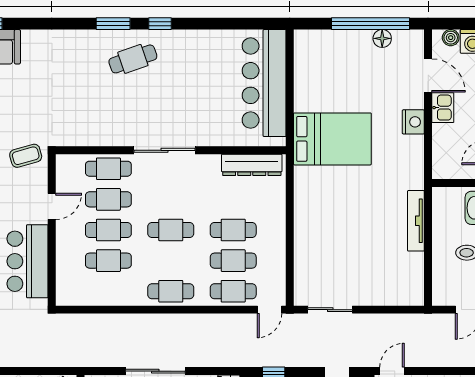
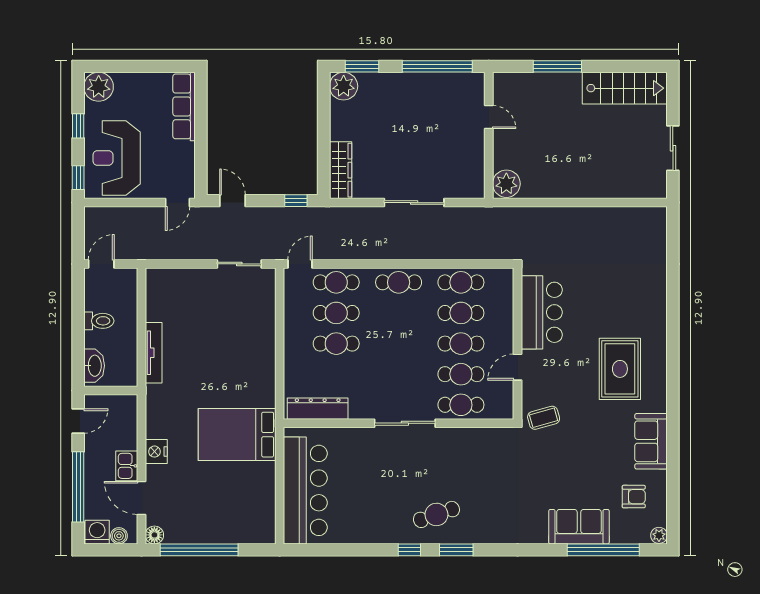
floor lamp: (382, 38) -> (154, 535), moved
cafe table: (171, 230) -> (461, 282), moved

